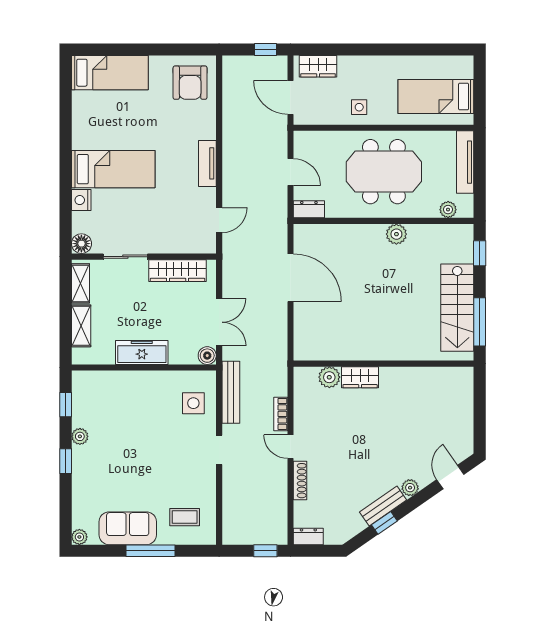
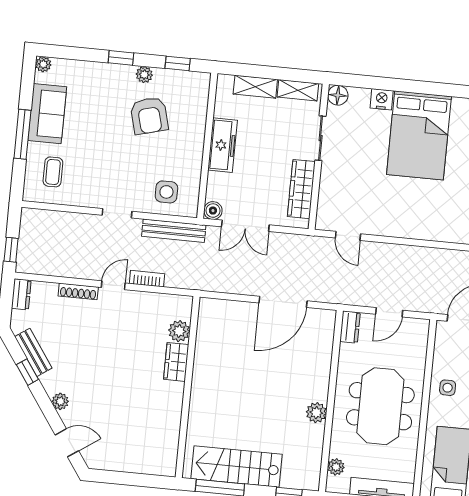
tv unit: (207, 163) -> (406, 230), removed
bed: (113, 169) -> (419, 135), width x1.50
armchair: (120, 428) -> (149, 116), added
bench: (383, 506) -> (33, 352), moved

